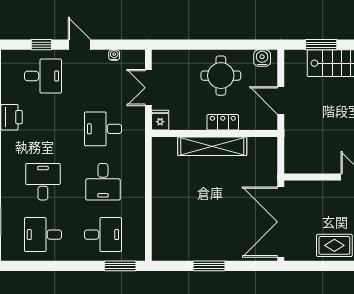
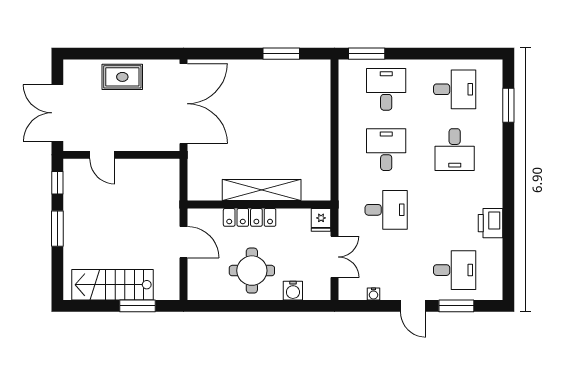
window: (41, 45) -> (456, 306), width x1.50
water cooler: (262, 58) -> (293, 291), moved
desk: (43, 76) -> (455, 270), turned 180
locker: (223, 122) -> (250, 217), width x1.53
desk: (103, 235) -> (386, 89), turned 90
window: (209, 266) -> (281, 54), moved

